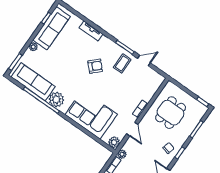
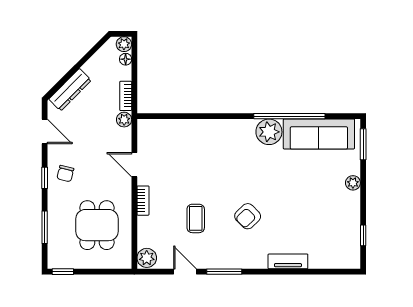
sofa: (52, 28) -> (345, 227), removed
door: (144, 61) -> (185, 272), swing flipped
coffee table: (122, 63) -> (196, 218), moved
corner sofa: (91, 114) -> (206, 145), removed
plant: (114, 142) -> (147, 258), moved

